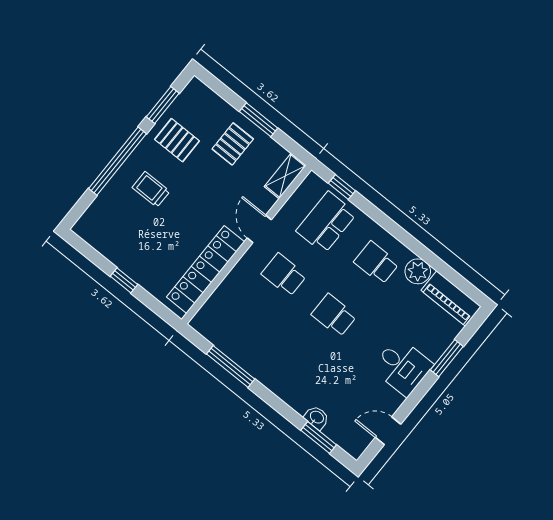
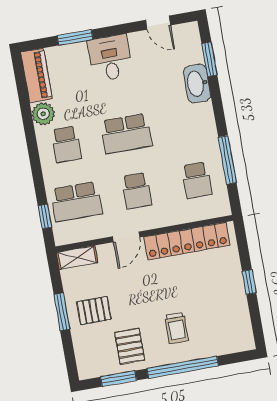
school desk: (334, 315) -> (126, 134), width x1.85
school desk: (242, 327) -> (197, 180), added
washbasin: (317, 418) -> (197, 84), width x1.91, depth x1.45

